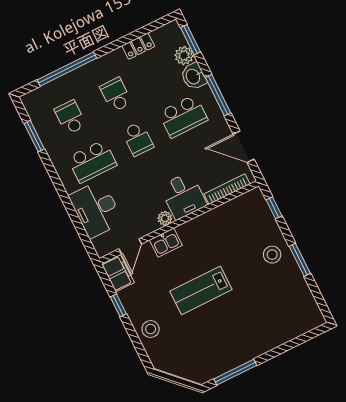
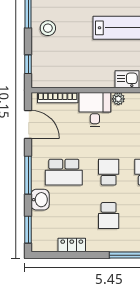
plant: (184, 56) -> (39, 220), removed
school desk: (183, 116) -> (64, 172), turned 180

